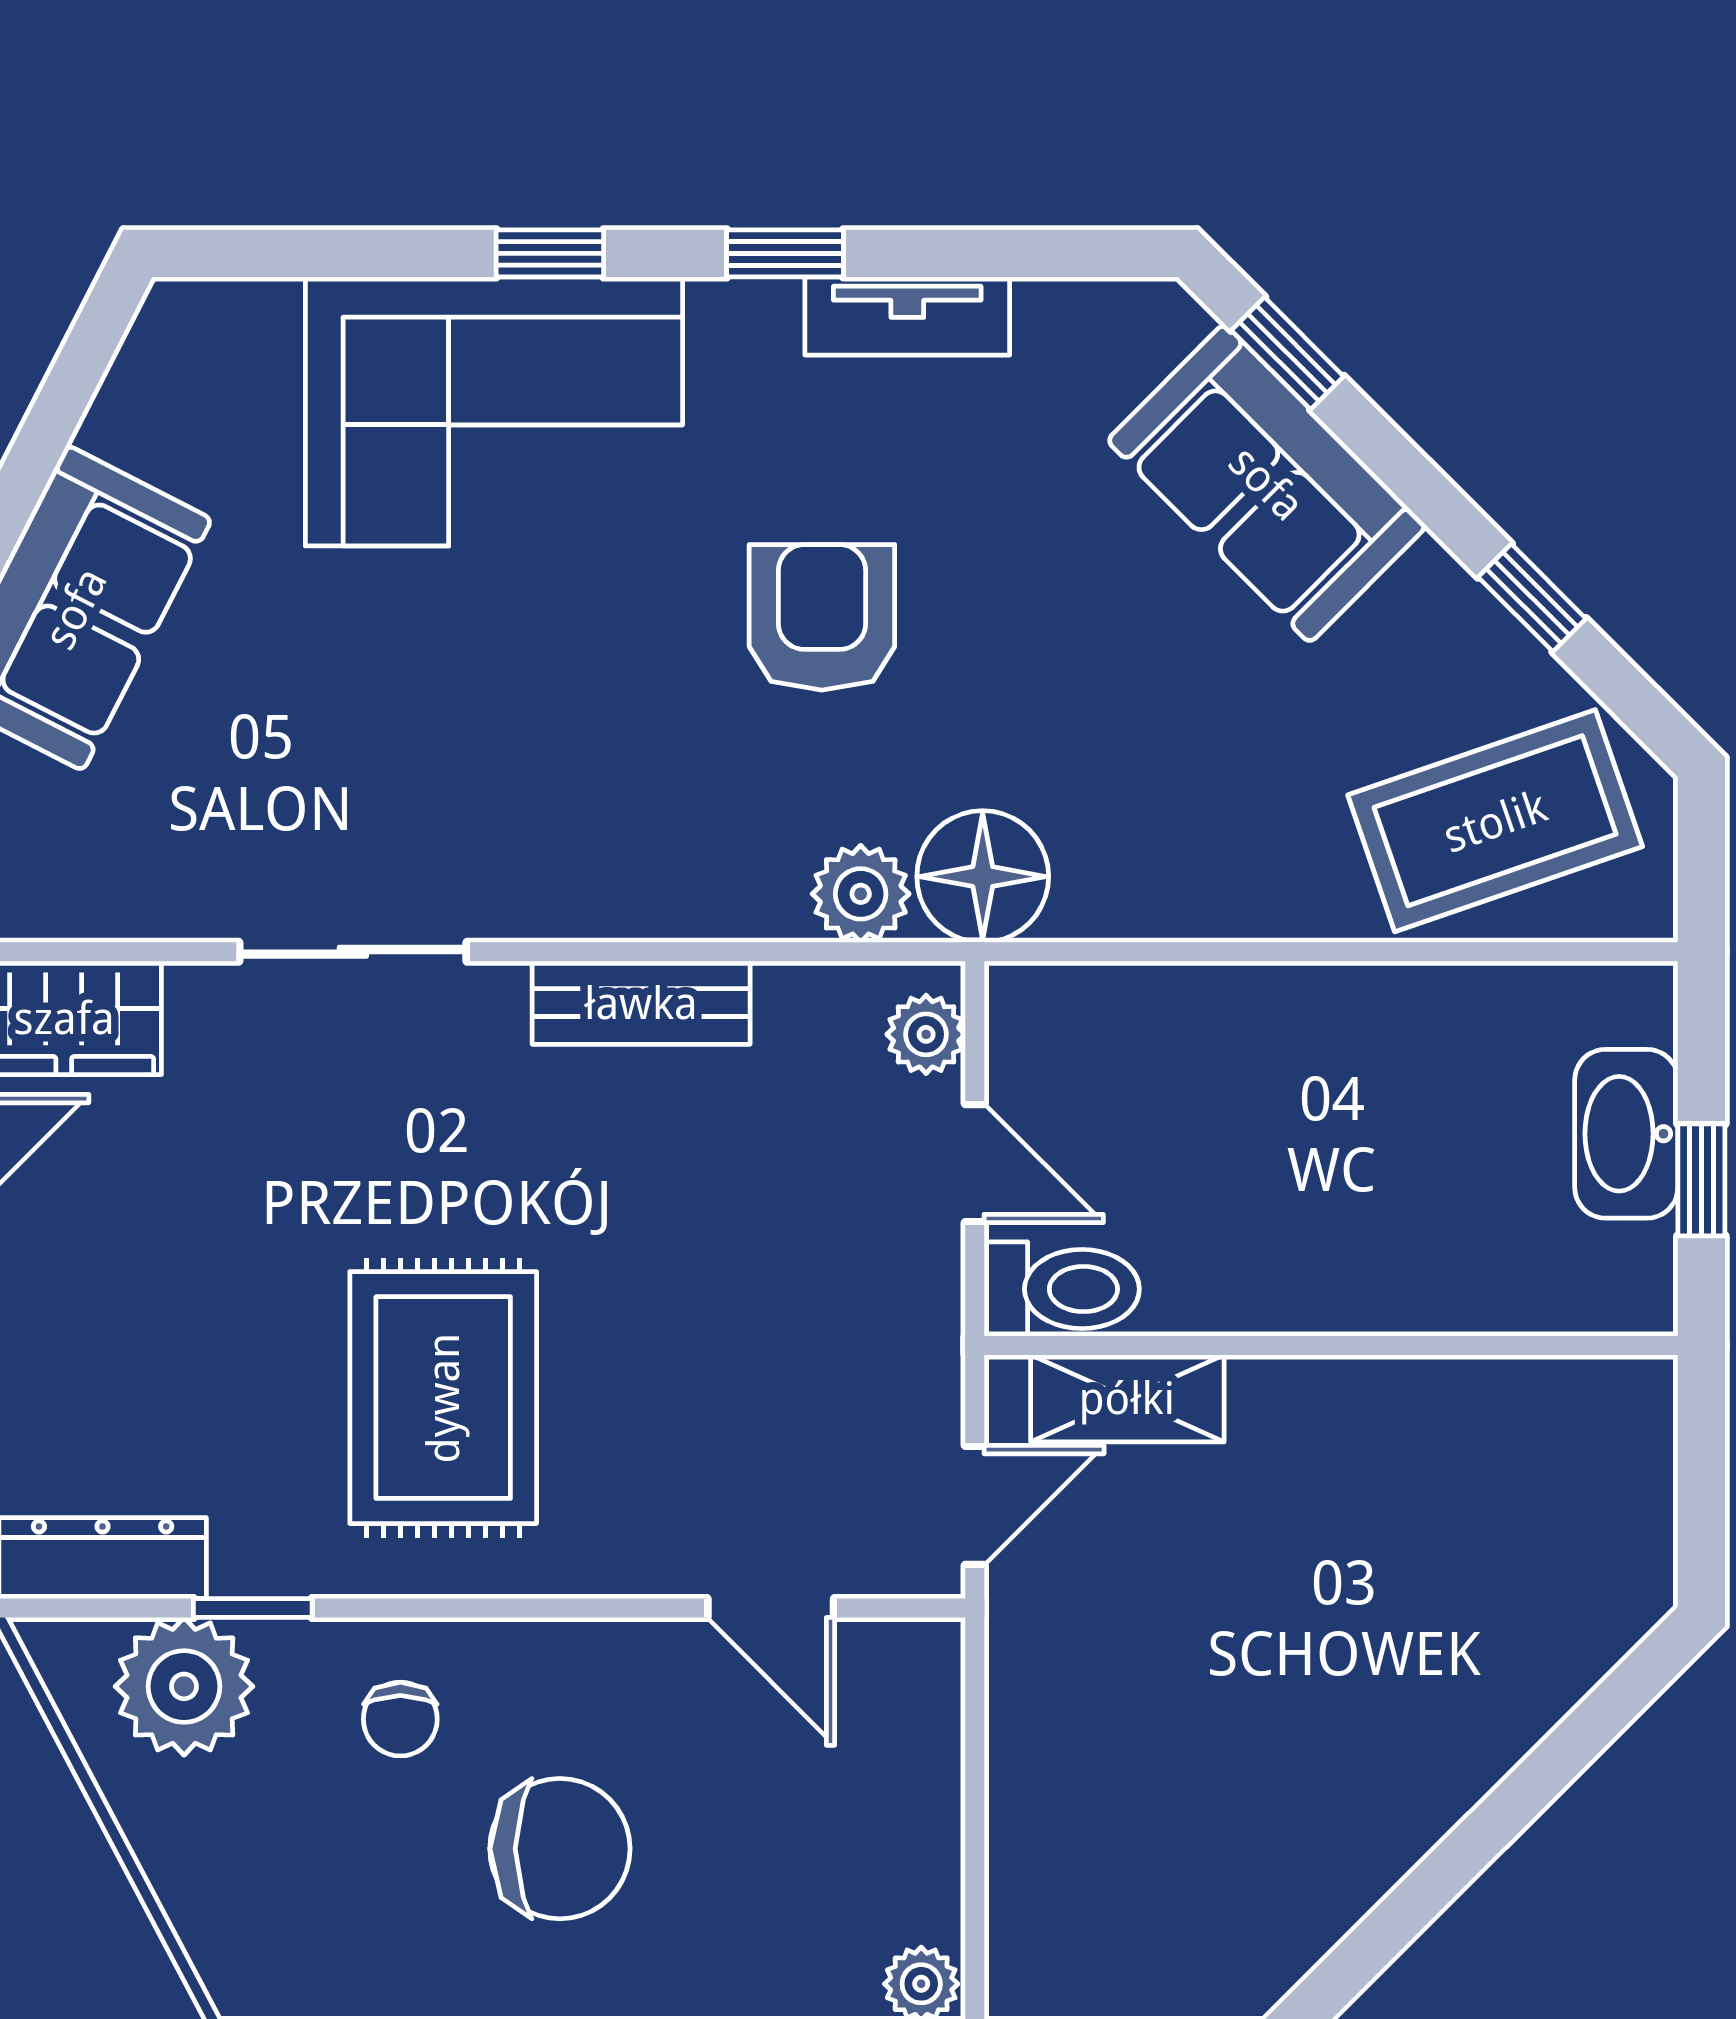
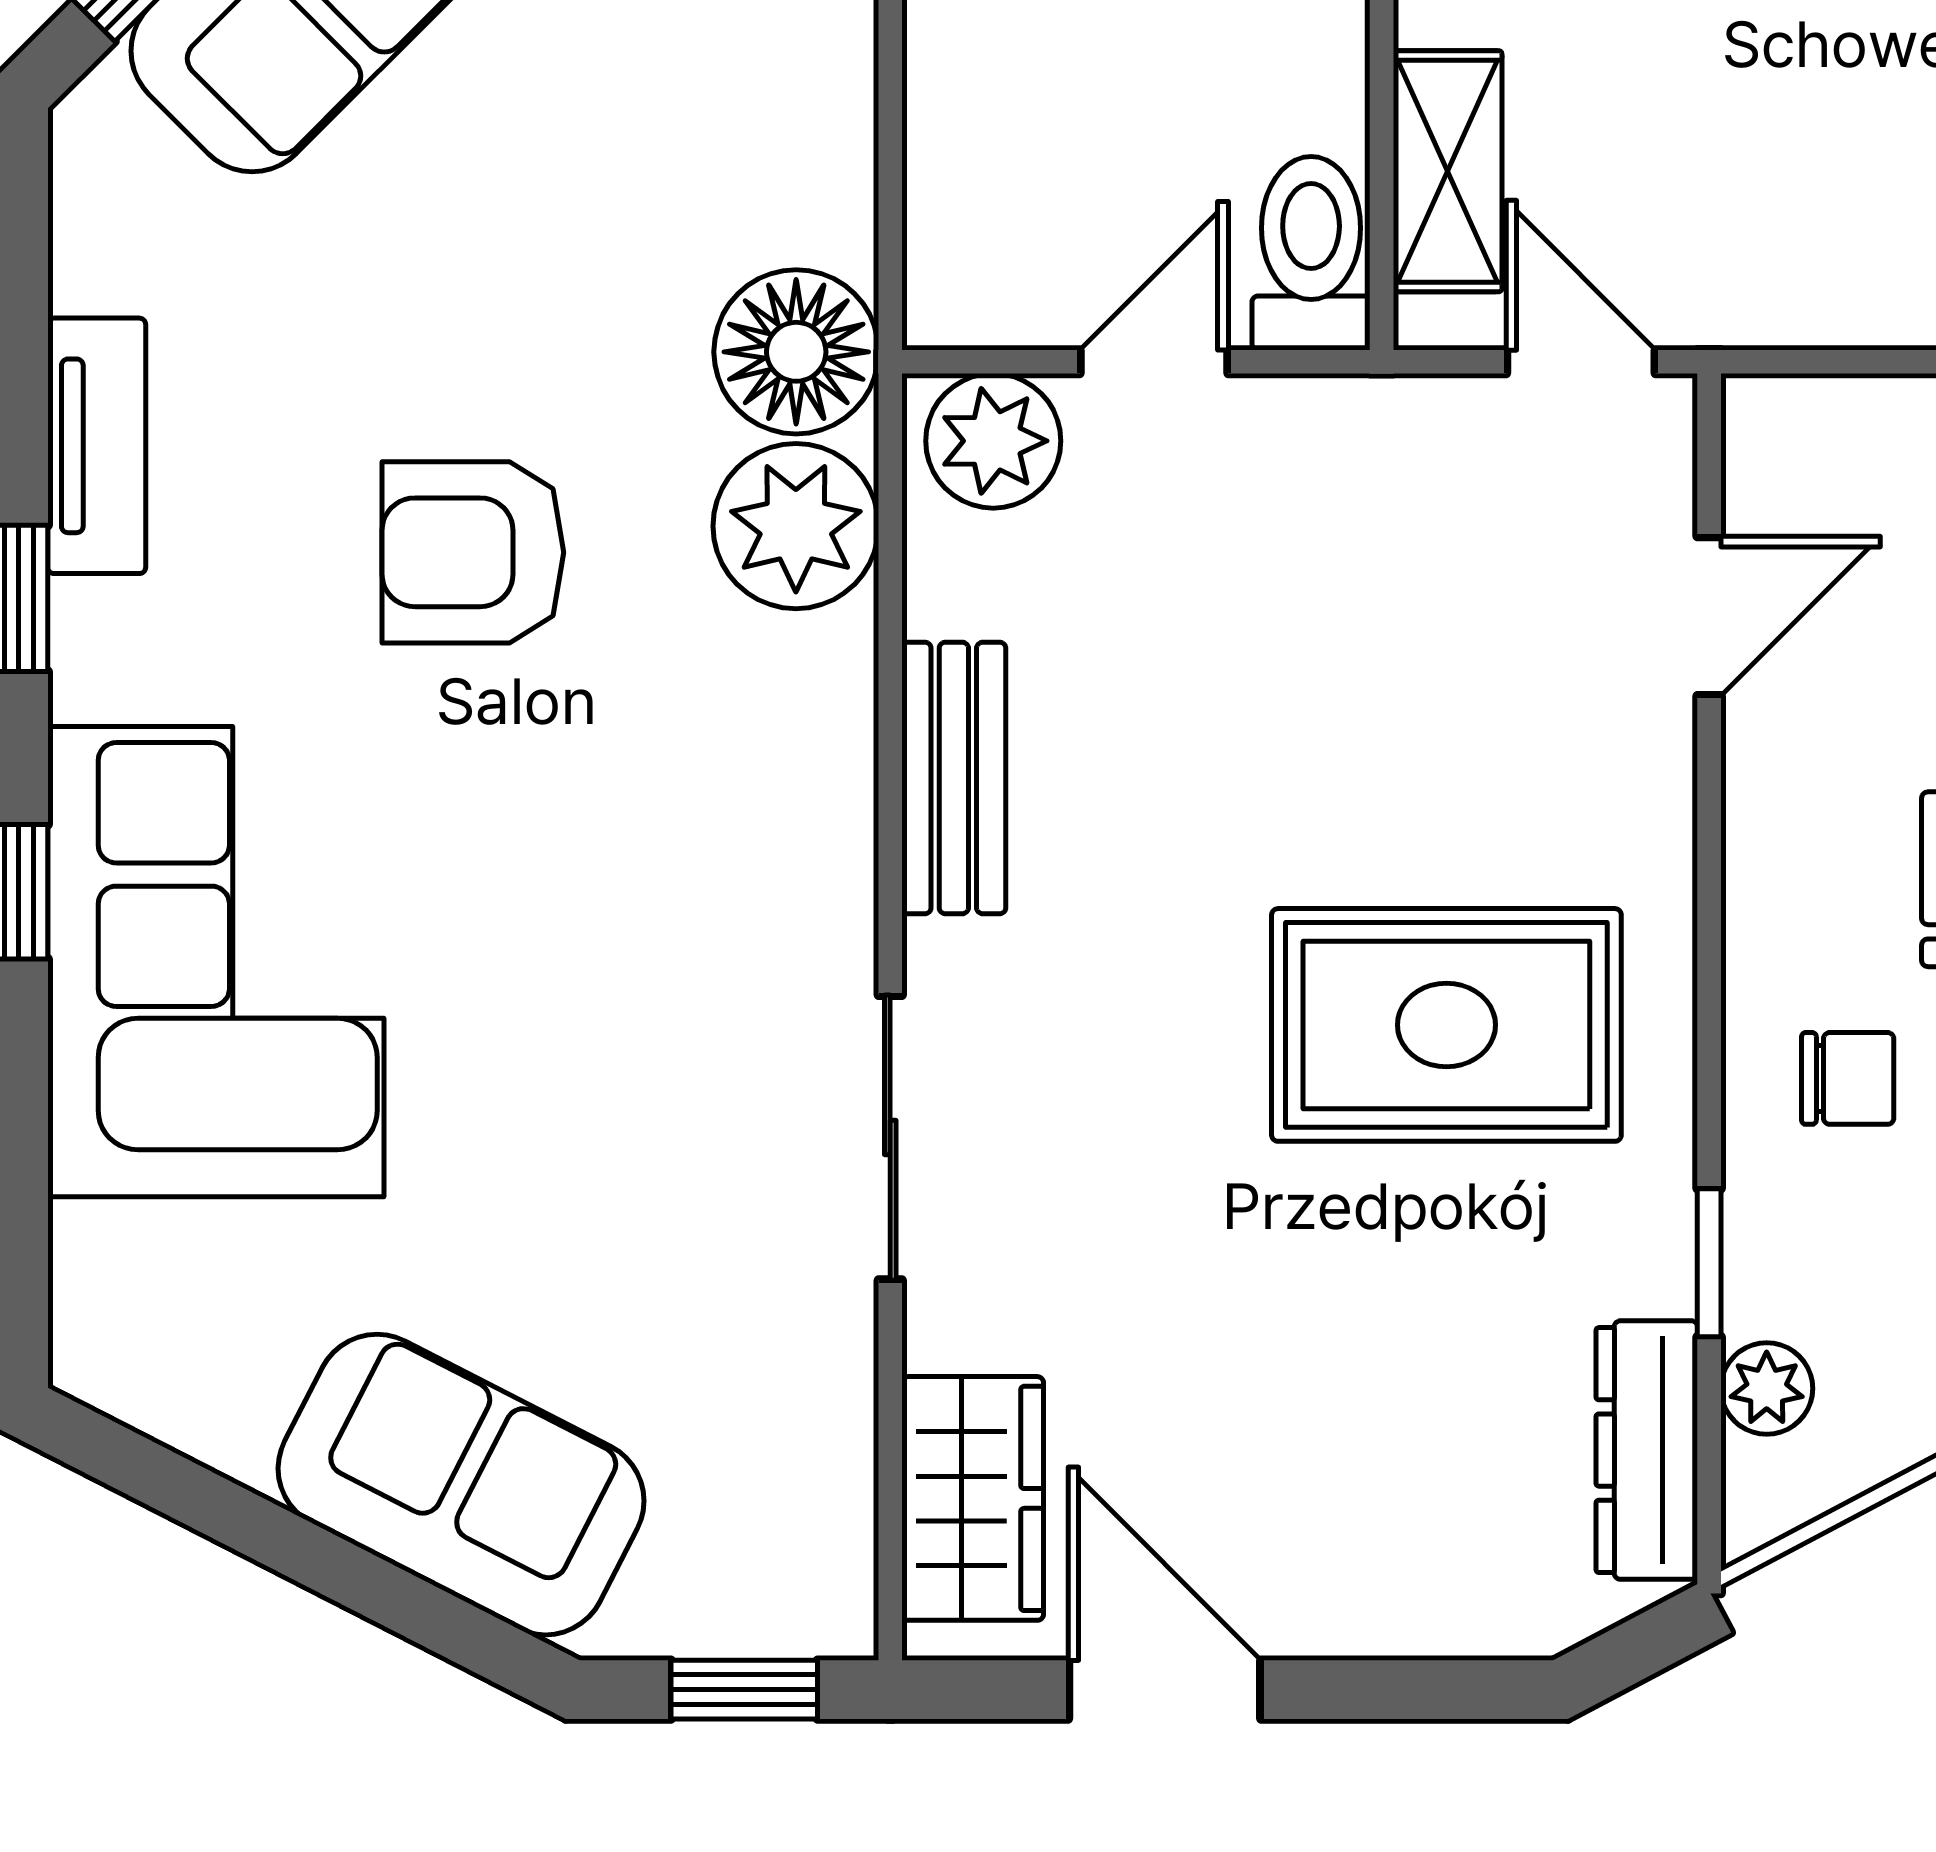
plant: (861, 894) -> (796, 526), width x1.36, depth x1.36
plant: (926, 1034) -> (993, 441), width x1.38, depth x1.38
plant: (184, 1686) -> (1767, 1388), width x0.53, depth x0.53

